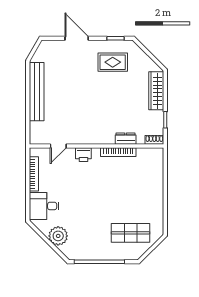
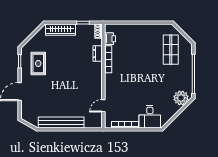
door: (58, 146) -> (103, 106), swing flipped
printer: (83, 155) -> (110, 39), moved
plant: (58, 236) -> (181, 98), moved

